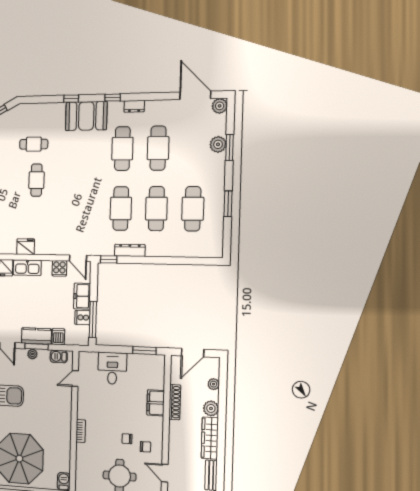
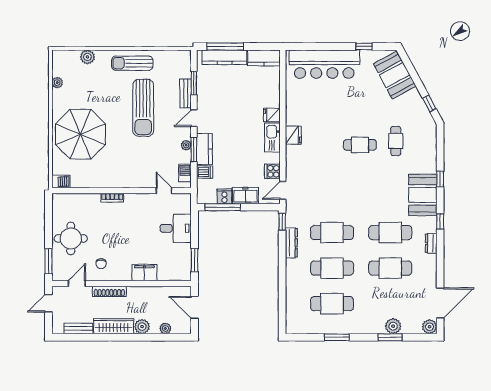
shoe rack: (175, 402) -> (109, 291), moved
chair: (127, 439) -> (108, 245), removed

